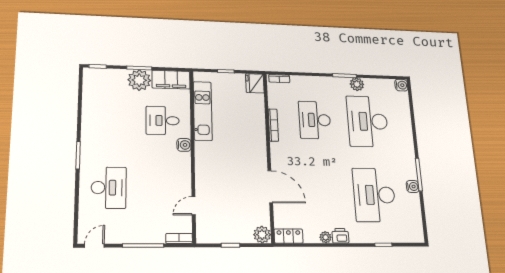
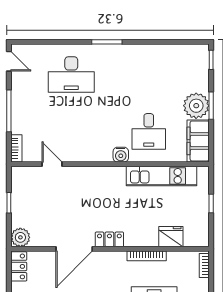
fridge: (255, 83) -> (171, 237), moved
desk: (163, 121) -> (149, 131), turned 180
locker: (260, 156) -> (109, 239), added

